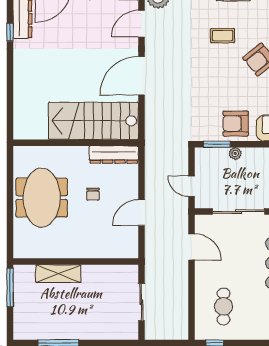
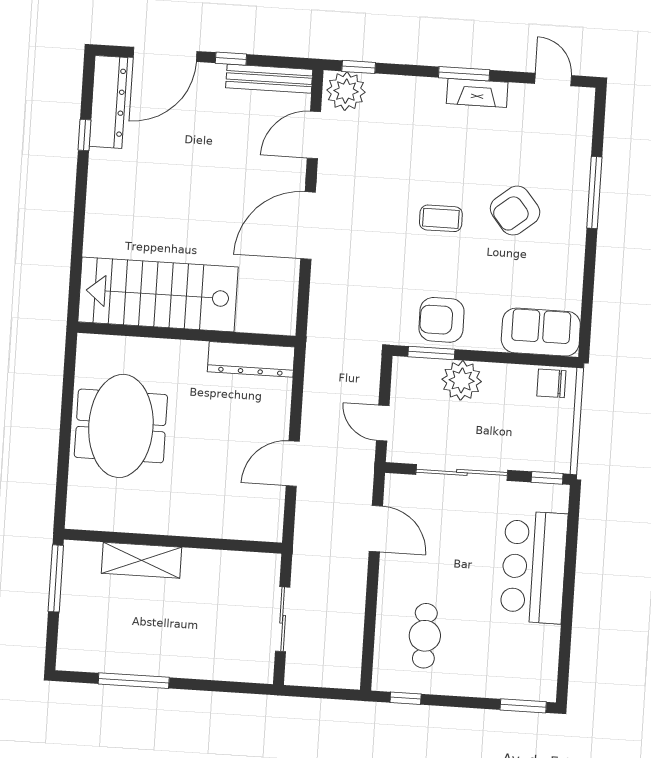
coffee table: (223, 36) -> (441, 218), moved
stairs: (93, 121) -> (158, 294), moved
armchair: (236, 124) -> (441, 320), moved
plant: (235, 153) -> (462, 380), width x1.88, depth x1.88
chair: (93, 194) -> (210, 426), removed

